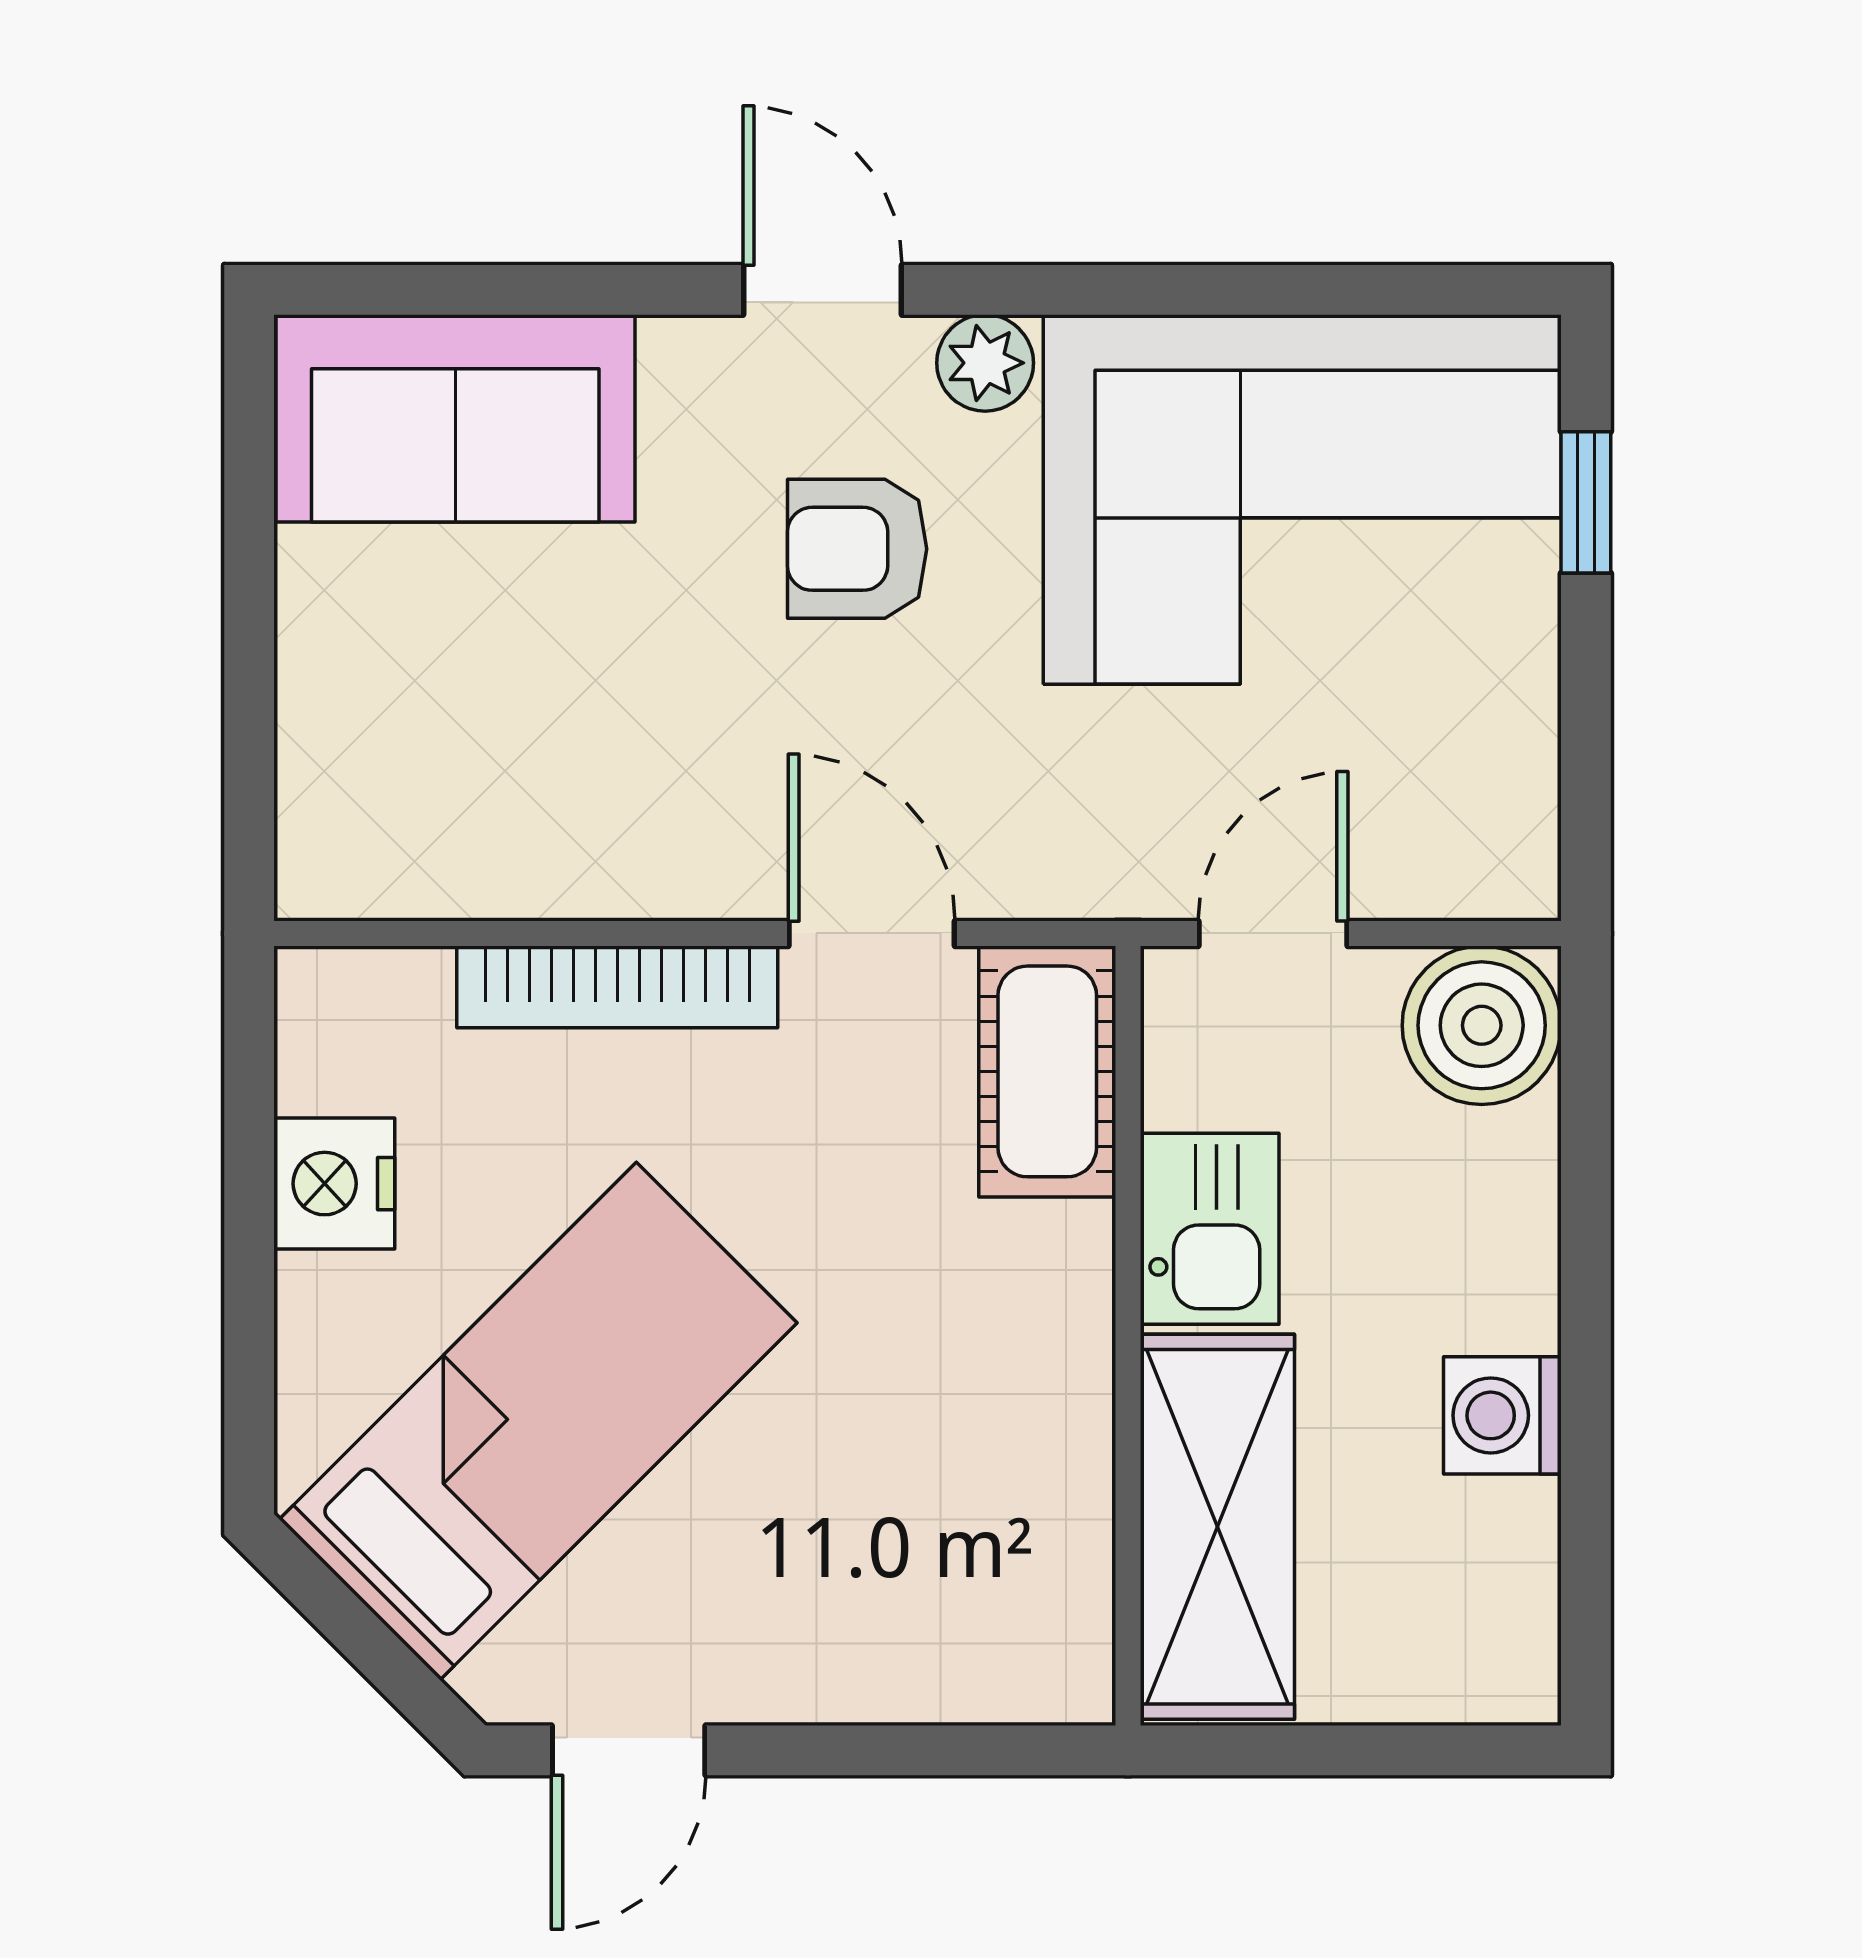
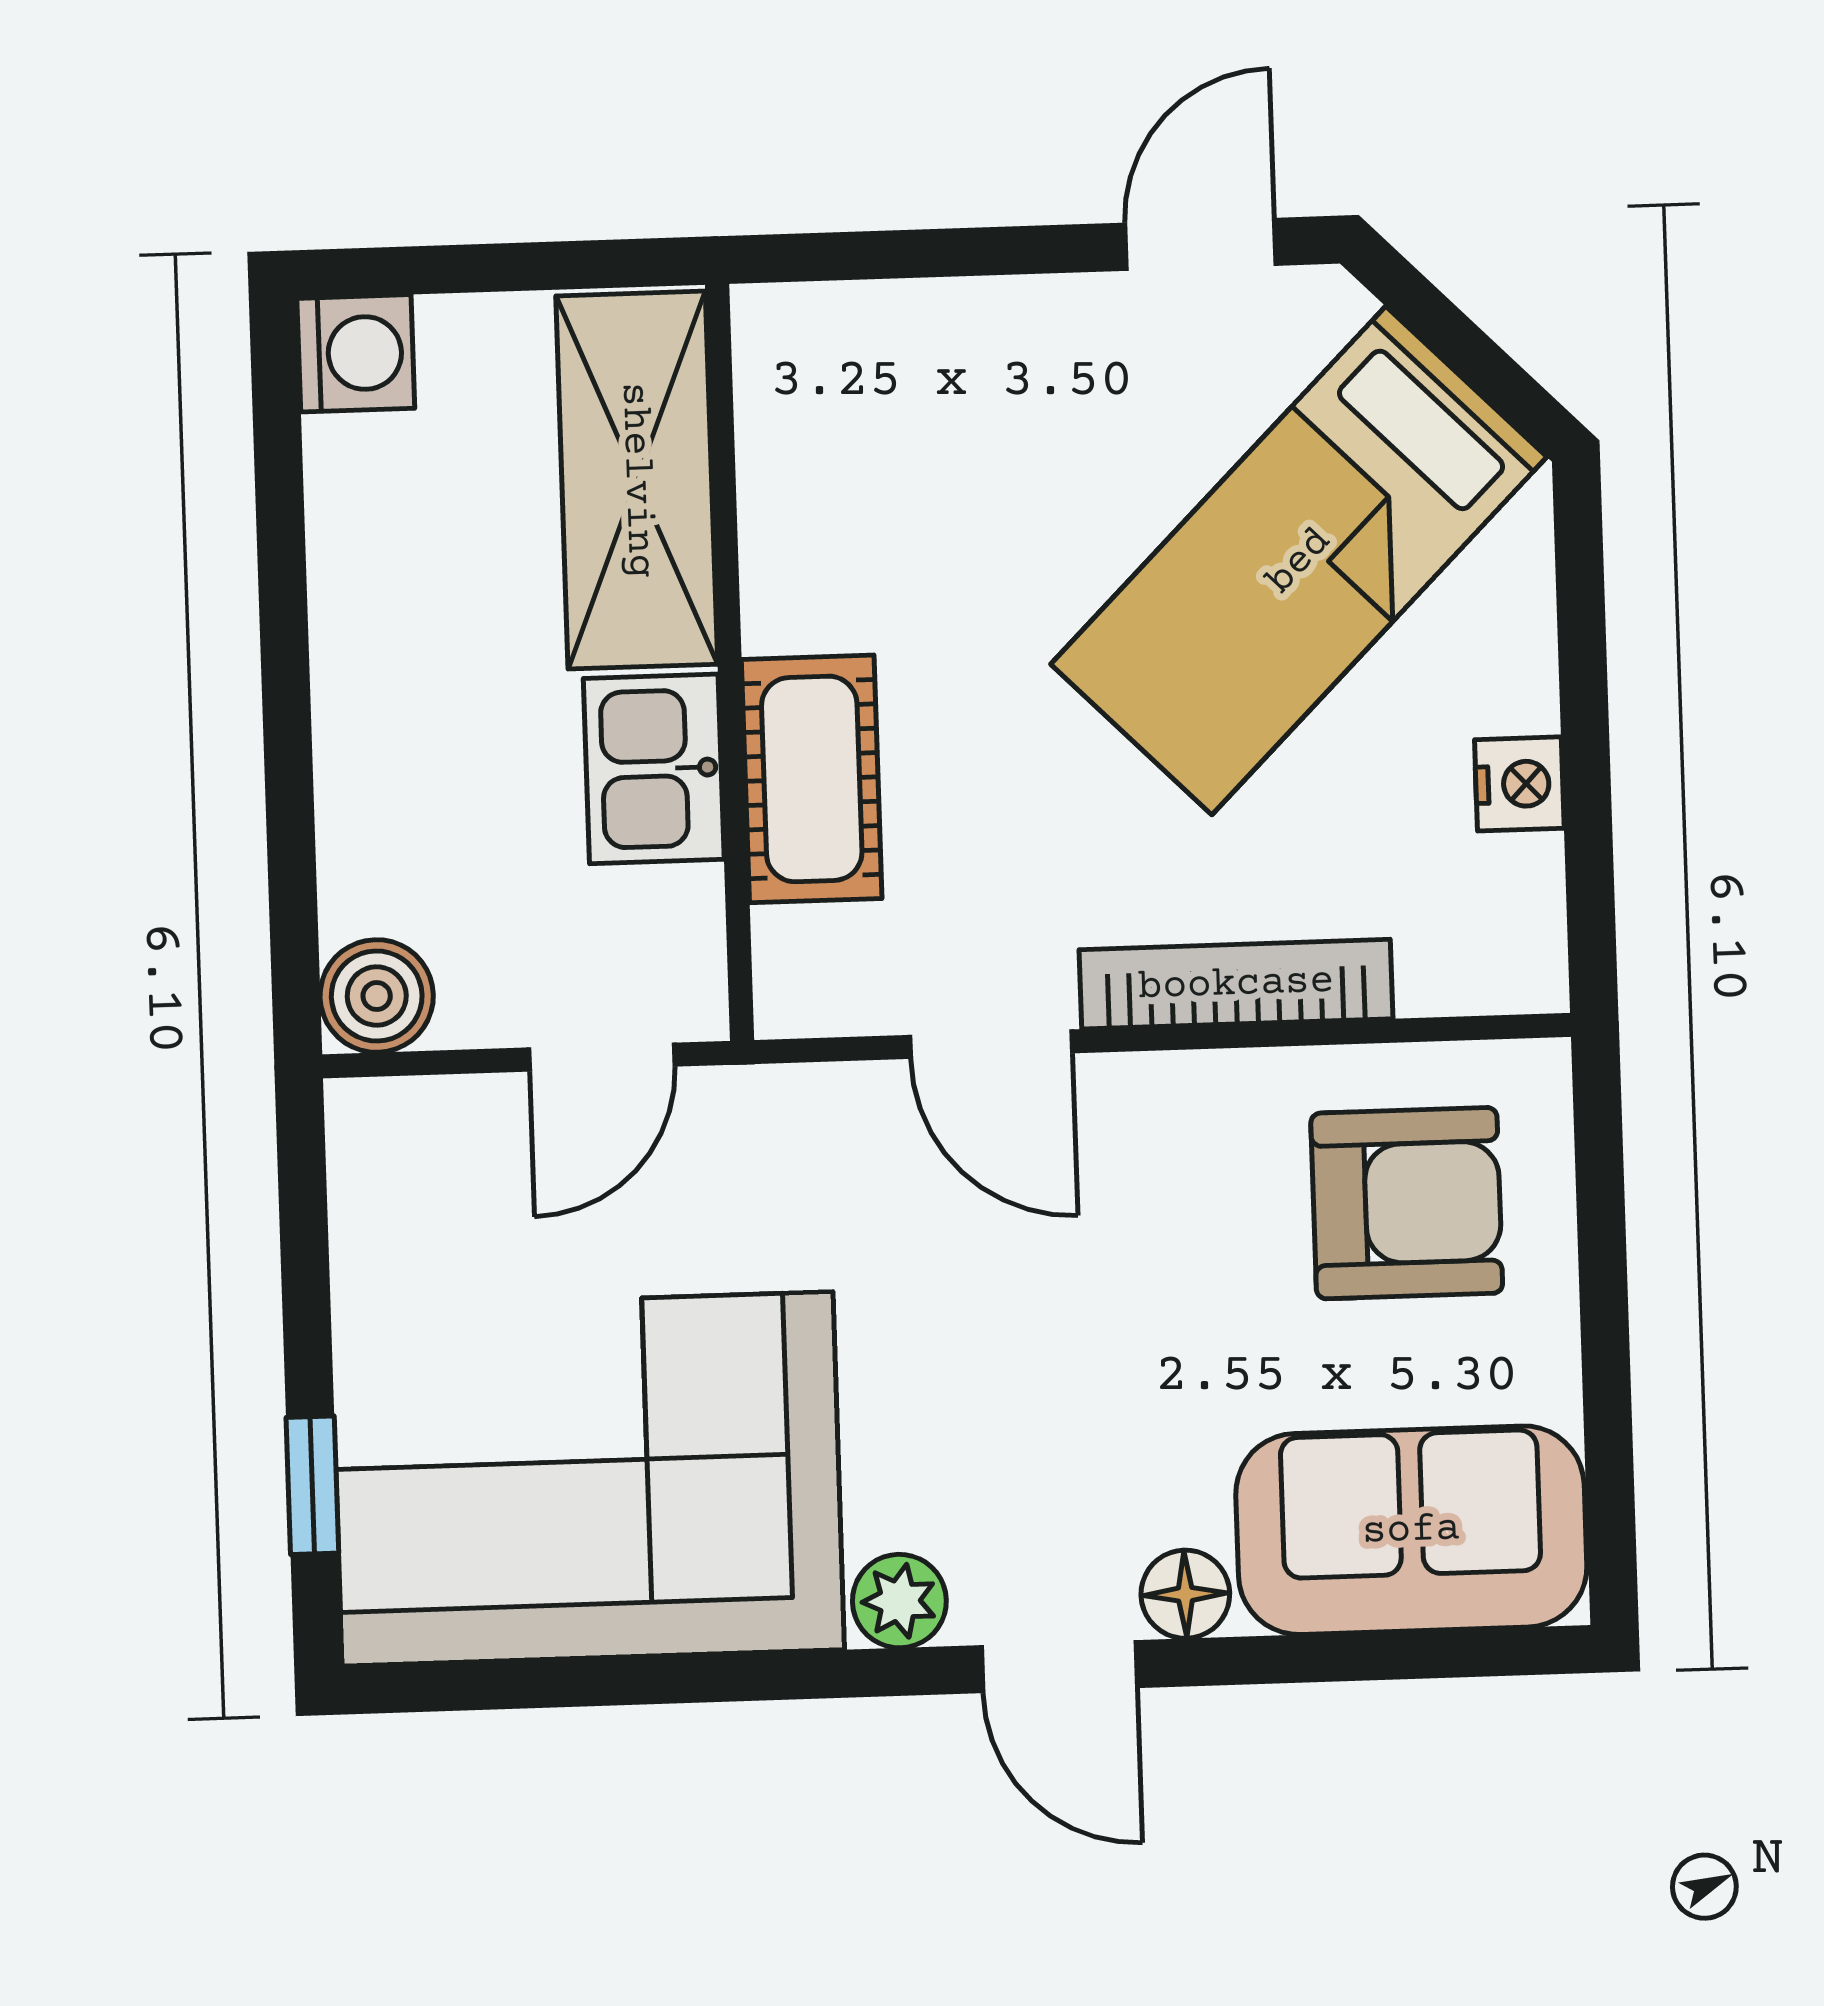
floor lamp: (690, 360) -> (1185, 1594), added
armchair: (857, 549) -> (1407, 1203), moved, width x1.38, depth x1.38
boiler: (1482, 1025) -> (377, 996), width x0.73, depth x0.73
cot: (1047, 1071) -> (812, 779), moved
nightstand: (334, 1184) -> (1519, 784), width x0.72, depth x0.74
washing machine: (1502, 1415) -> (356, 353), moved

